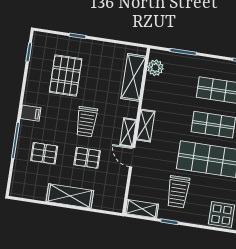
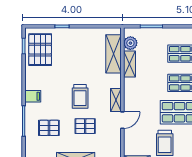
pallet: (66, 76) -> (40, 50), moved
shelving: (146, 126) -> (129, 64), moved
door: (132, 157) -> (122, 120), swing flipped

